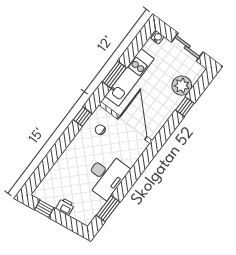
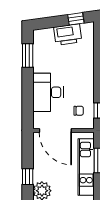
desk: (106, 176) -> (48, 92), moved
printer: (65, 207) -> (68, 35), width x1.87, depth x1.48

